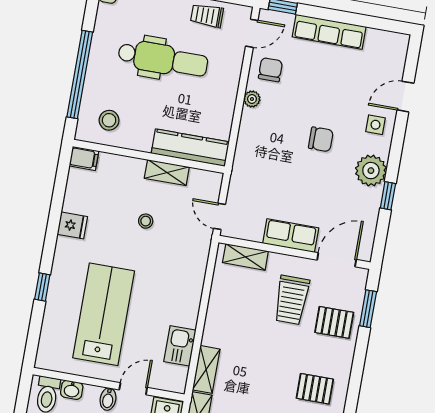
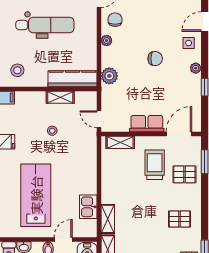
plant: (247, 153) -> (109, 76), added
plant: (371, 171) -> (196, 68), width x0.53, depth x0.53
trolley: (292, 300) -> (155, 165), turned 180

